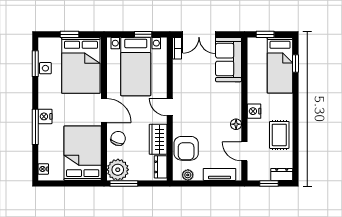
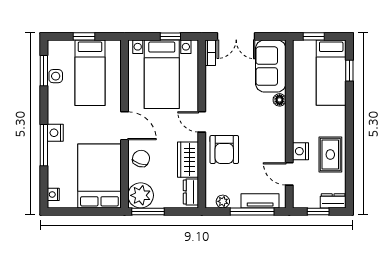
bed: (81, 65) -> (90, 73), width x0.67
nightstand: (254, 111) -> (301, 151), moved
floor lamp: (236, 124) -> (280, 100), moved
armchair: (186, 148) -> (224, 149), moved
window: (213, 183) -> (252, 211), added

